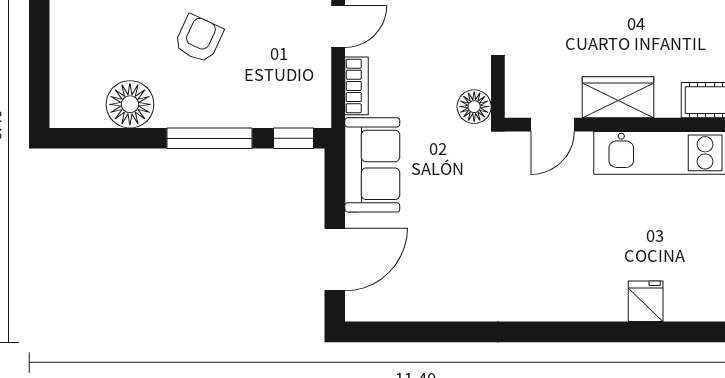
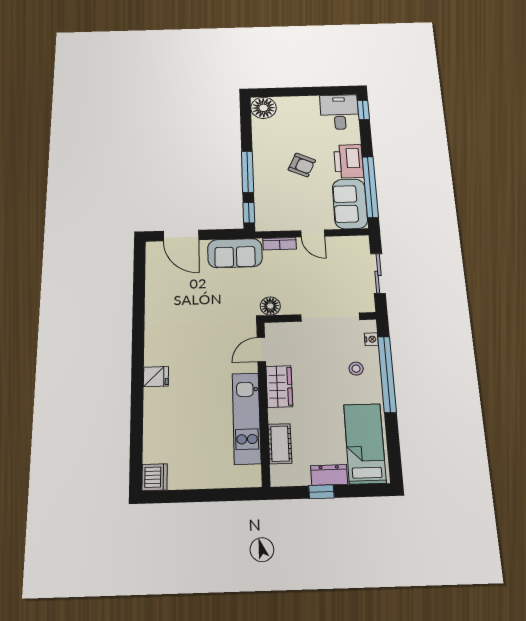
floor lamp: (130, 104) -> (264, 108), moved
door: (553, 125) -> (261, 350), hinge flipped
fridge: (646, 301) -> (156, 377), moved

